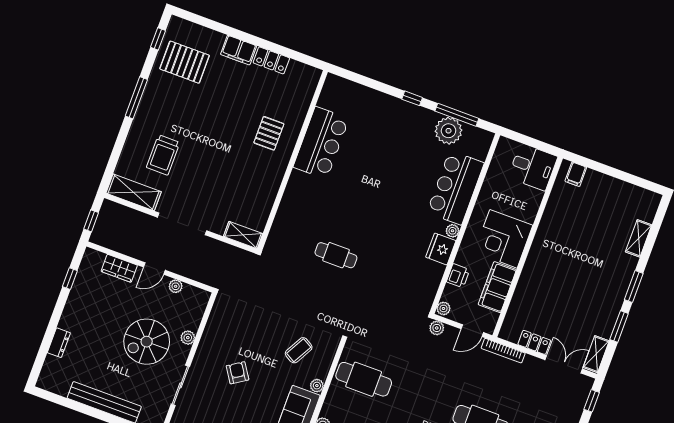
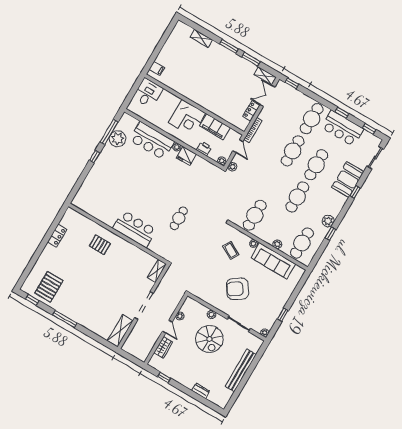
filing cabinet: (239, 50) -> (48, 254), removed
bar counter: (321, 143) -> (135, 229), moved
trolley: (163, 155) -> (101, 309), removed
window: (91, 221) -> (132, 359), removed
armchair: (238, 373) -> (238, 289), width x1.88, depth x1.88

